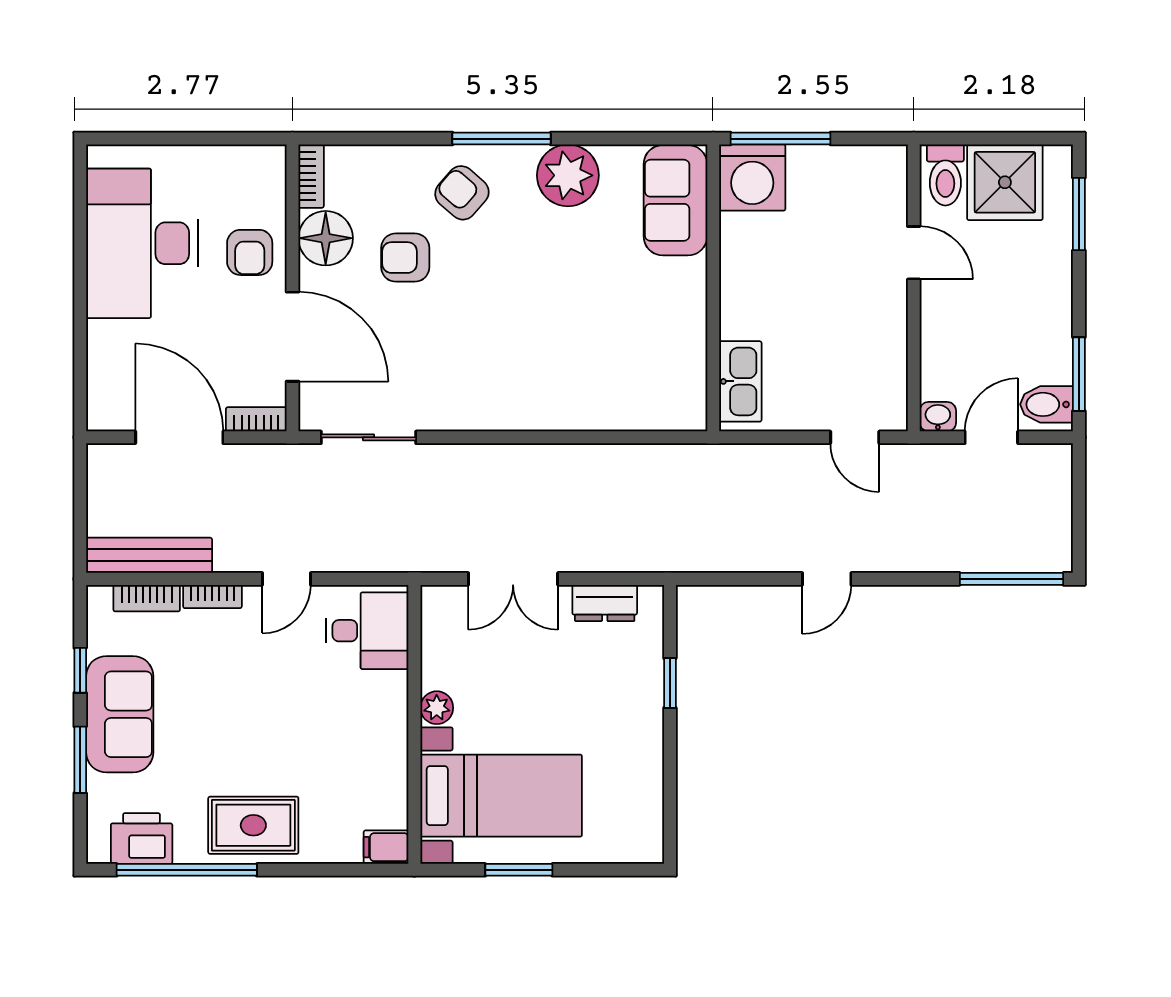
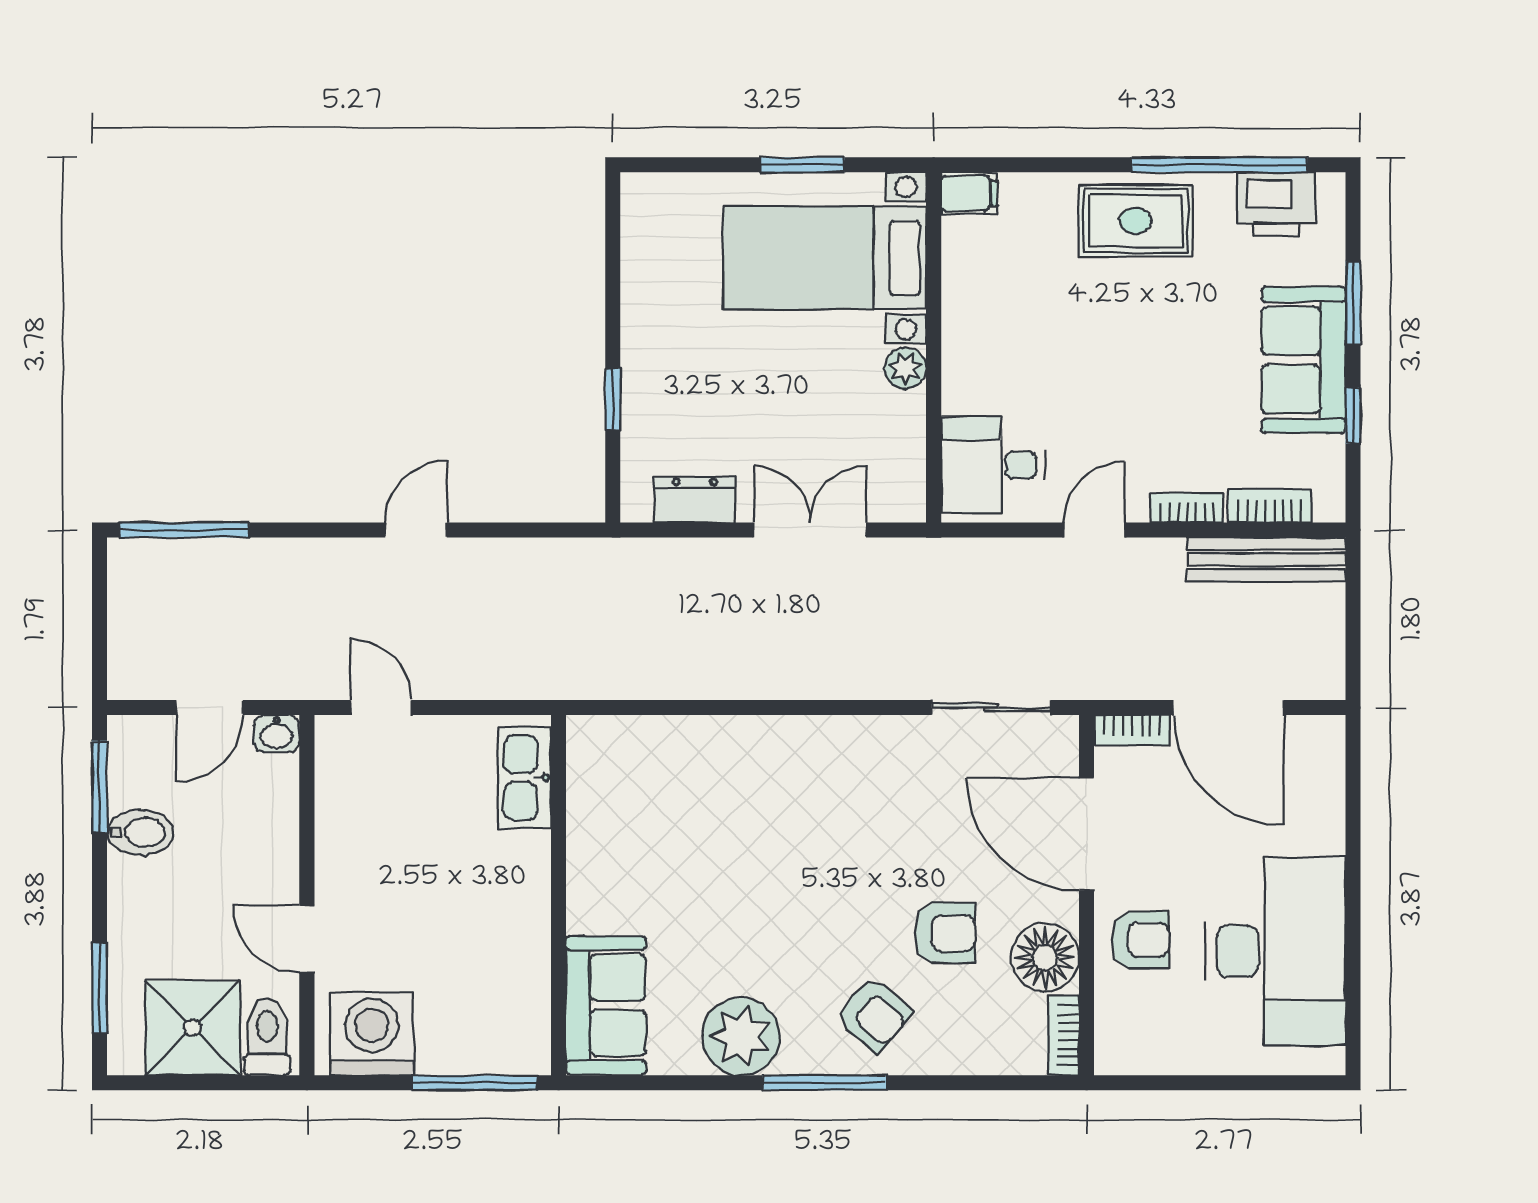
washing machine: (752, 178) -> (372, 1034), moved
armchair: (250, 252) -> (1140, 940), turned 90
bidet: (1047, 404) -> (140, 832), moved

